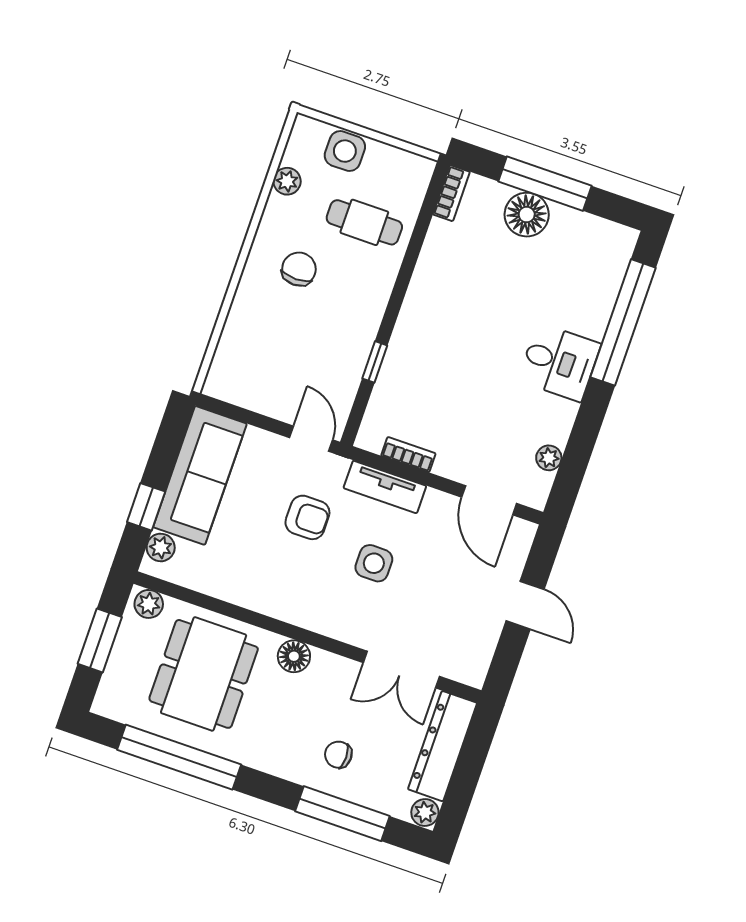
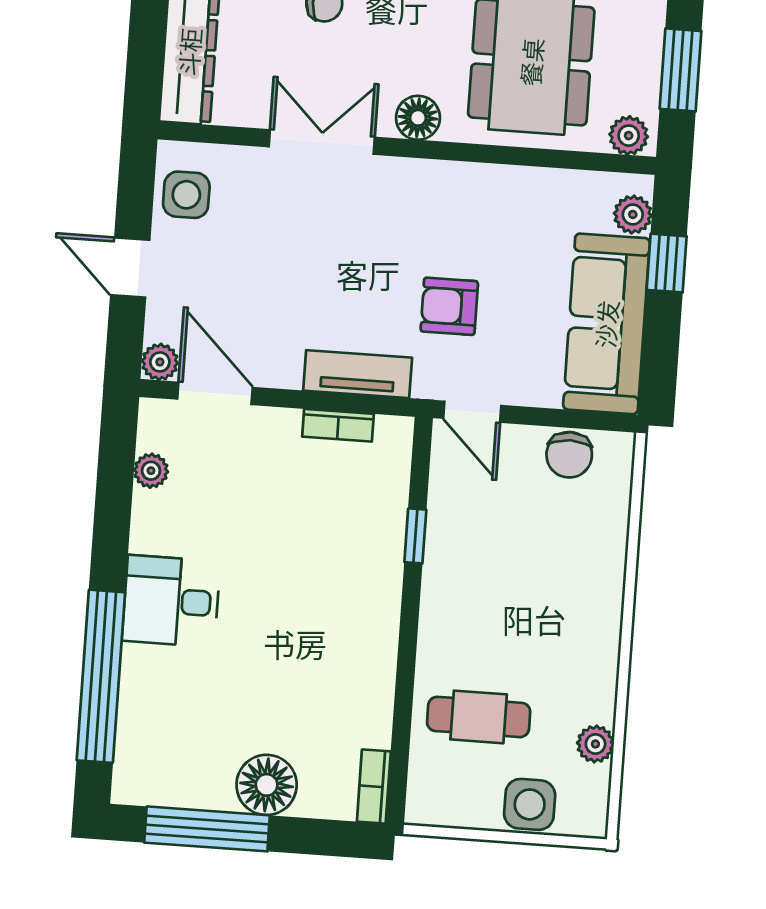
window: (545, 184) -> (207, 829), moved
chair: (299, 269) -> (569, 455), moved
plant: (522, 533) -> (160, 362), added
side table: (374, 563) -> (186, 195), moved
double door: (401, 669) -> (322, 142), moved

